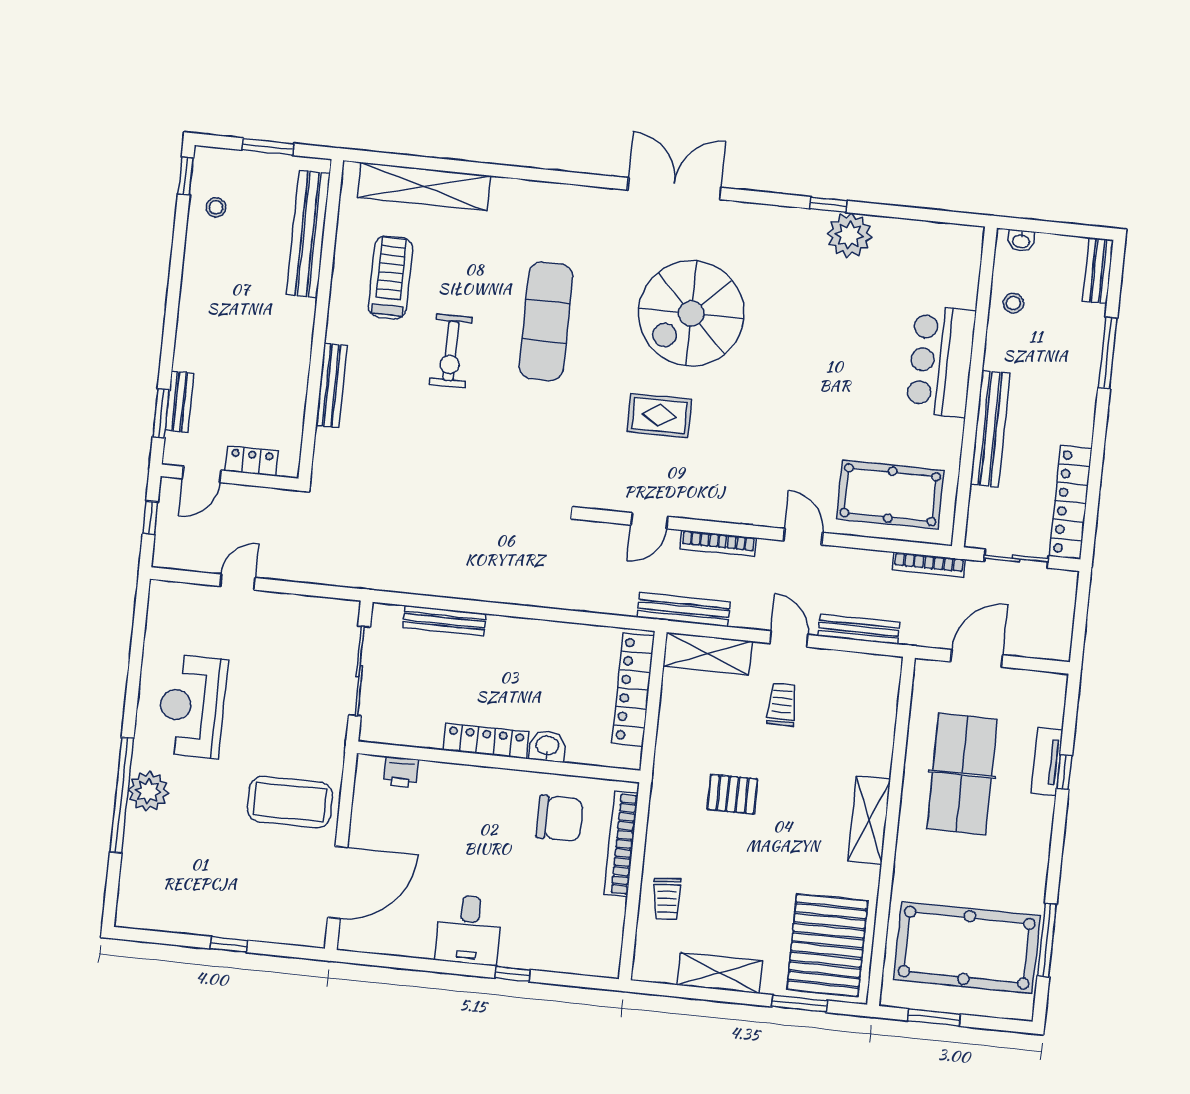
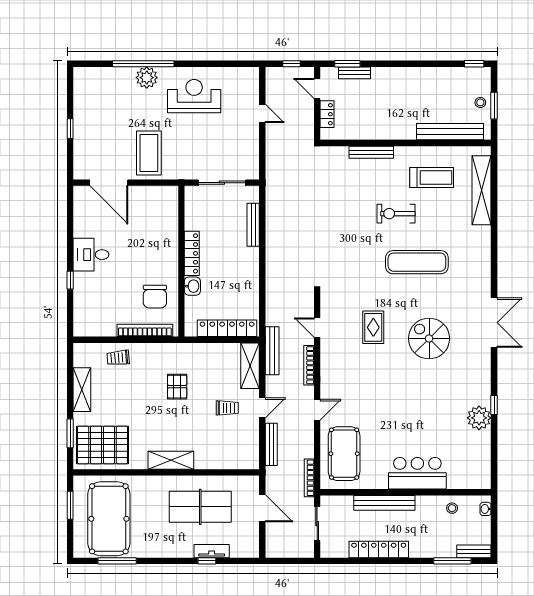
stool: (216, 207) -> (480, 102), moved
spiral stairs: (691, 313) -> (429, 339), width x0.73, depth x0.73
window: (1108, 353) -> (452, 561), moved
locker: (1071, 502) -> (379, 549), moved
printer: (401, 772) -> (171, 210), removed

